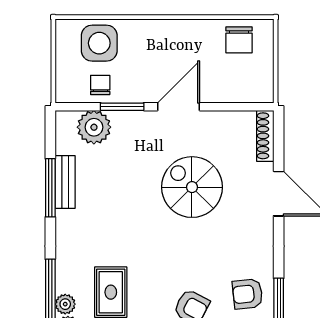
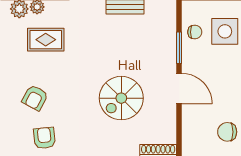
plant: (94, 127) -> (164, 28), removed
spiral stairs: (192, 187) -> (121, 98), turned 180

